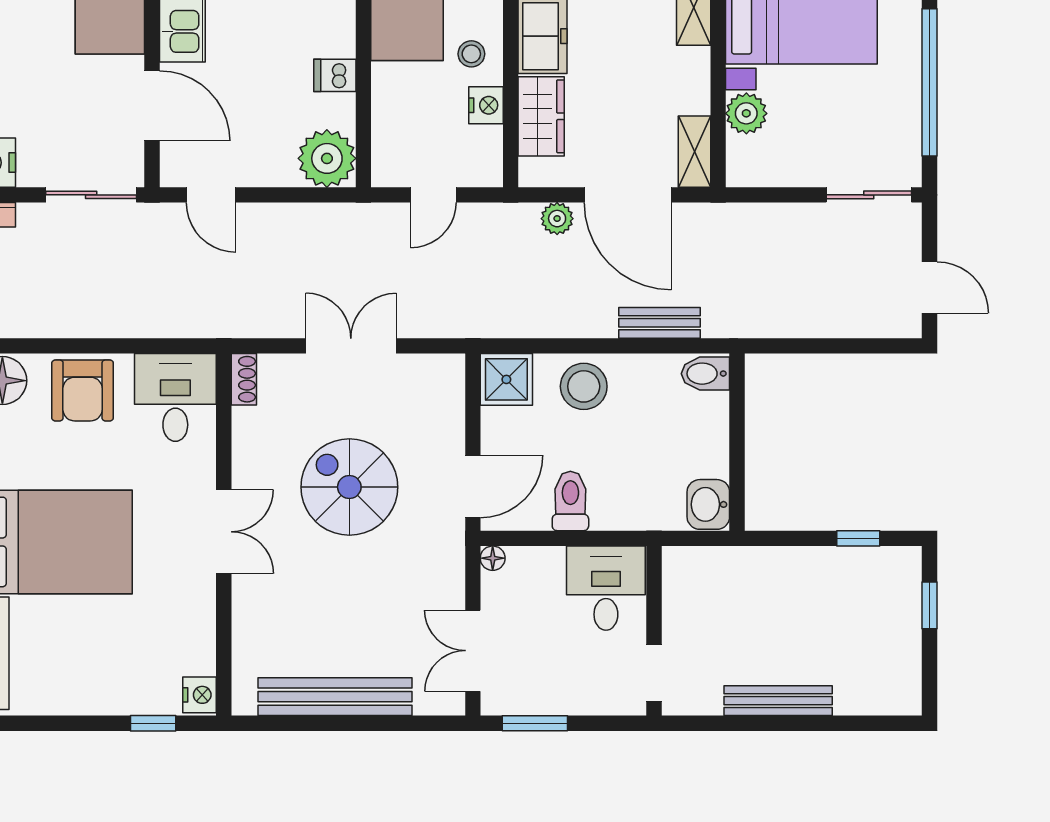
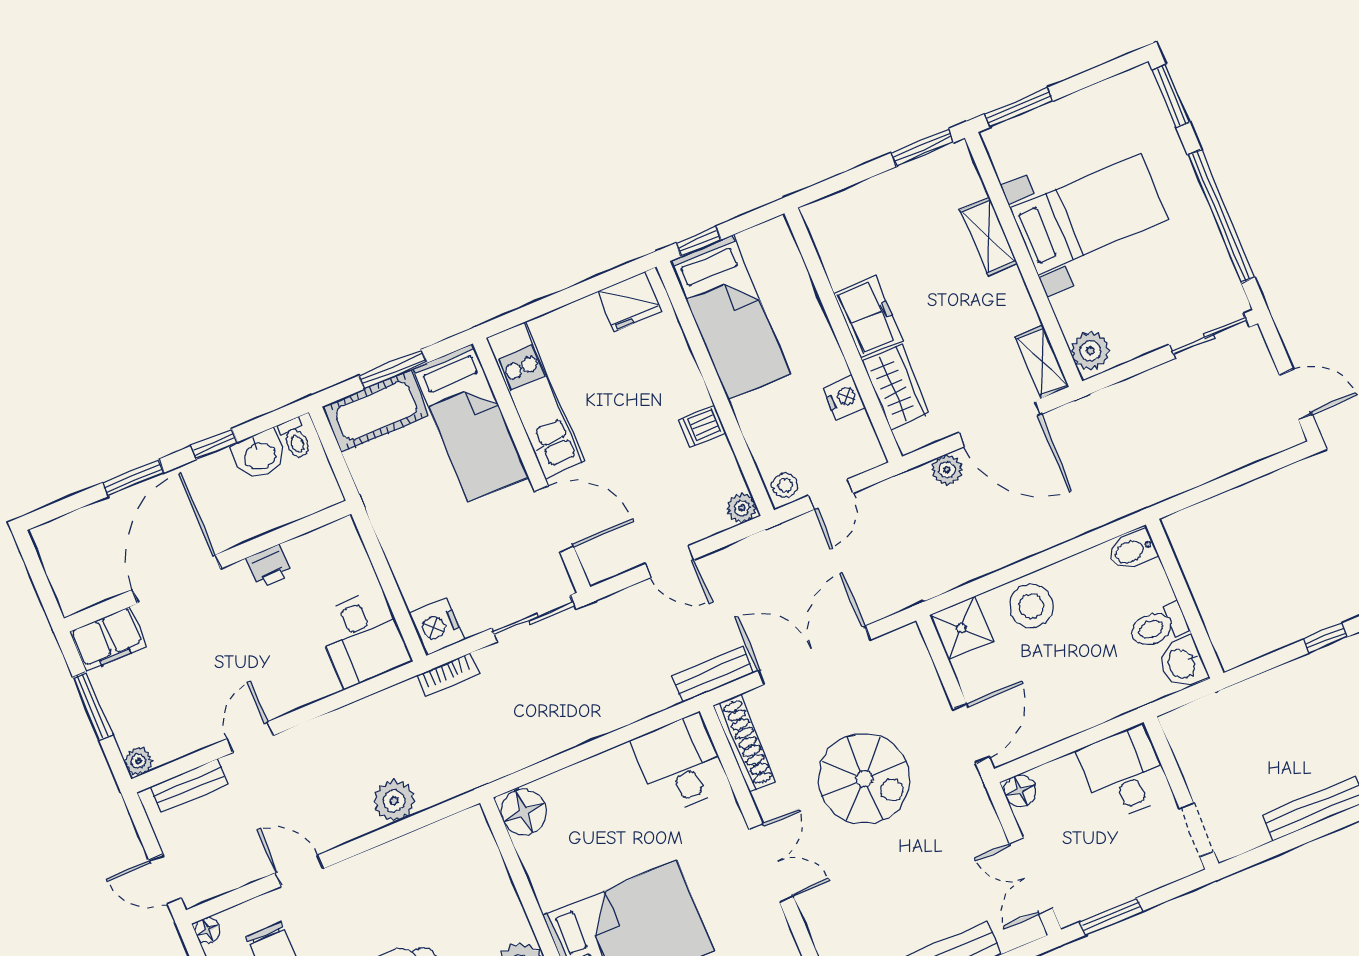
stool: (471, 54) -> (785, 485), moved
plant: (746, 113) -> (1090, 351), moved
plant: (327, 158) -> (742, 508), width x0.53, depth x0.53
door: (211, 195) -> (670, 562), moved
bench: (660, 323) -> (713, 674), moved
double door: (351, 346) -> (814, 655), width x1.37
shoe rack: (244, 379) -> (745, 743), width x1.94, depth x1.24
armchair: (83, 390) -> (597, 792), removed
spiral stairs: (349, 487) -> (864, 779), turned 180
toilet: (570, 501) -> (1158, 626), moved, turned -90
floor lamp: (493, 558) -> (1020, 791), width x1.37, depth x1.37

